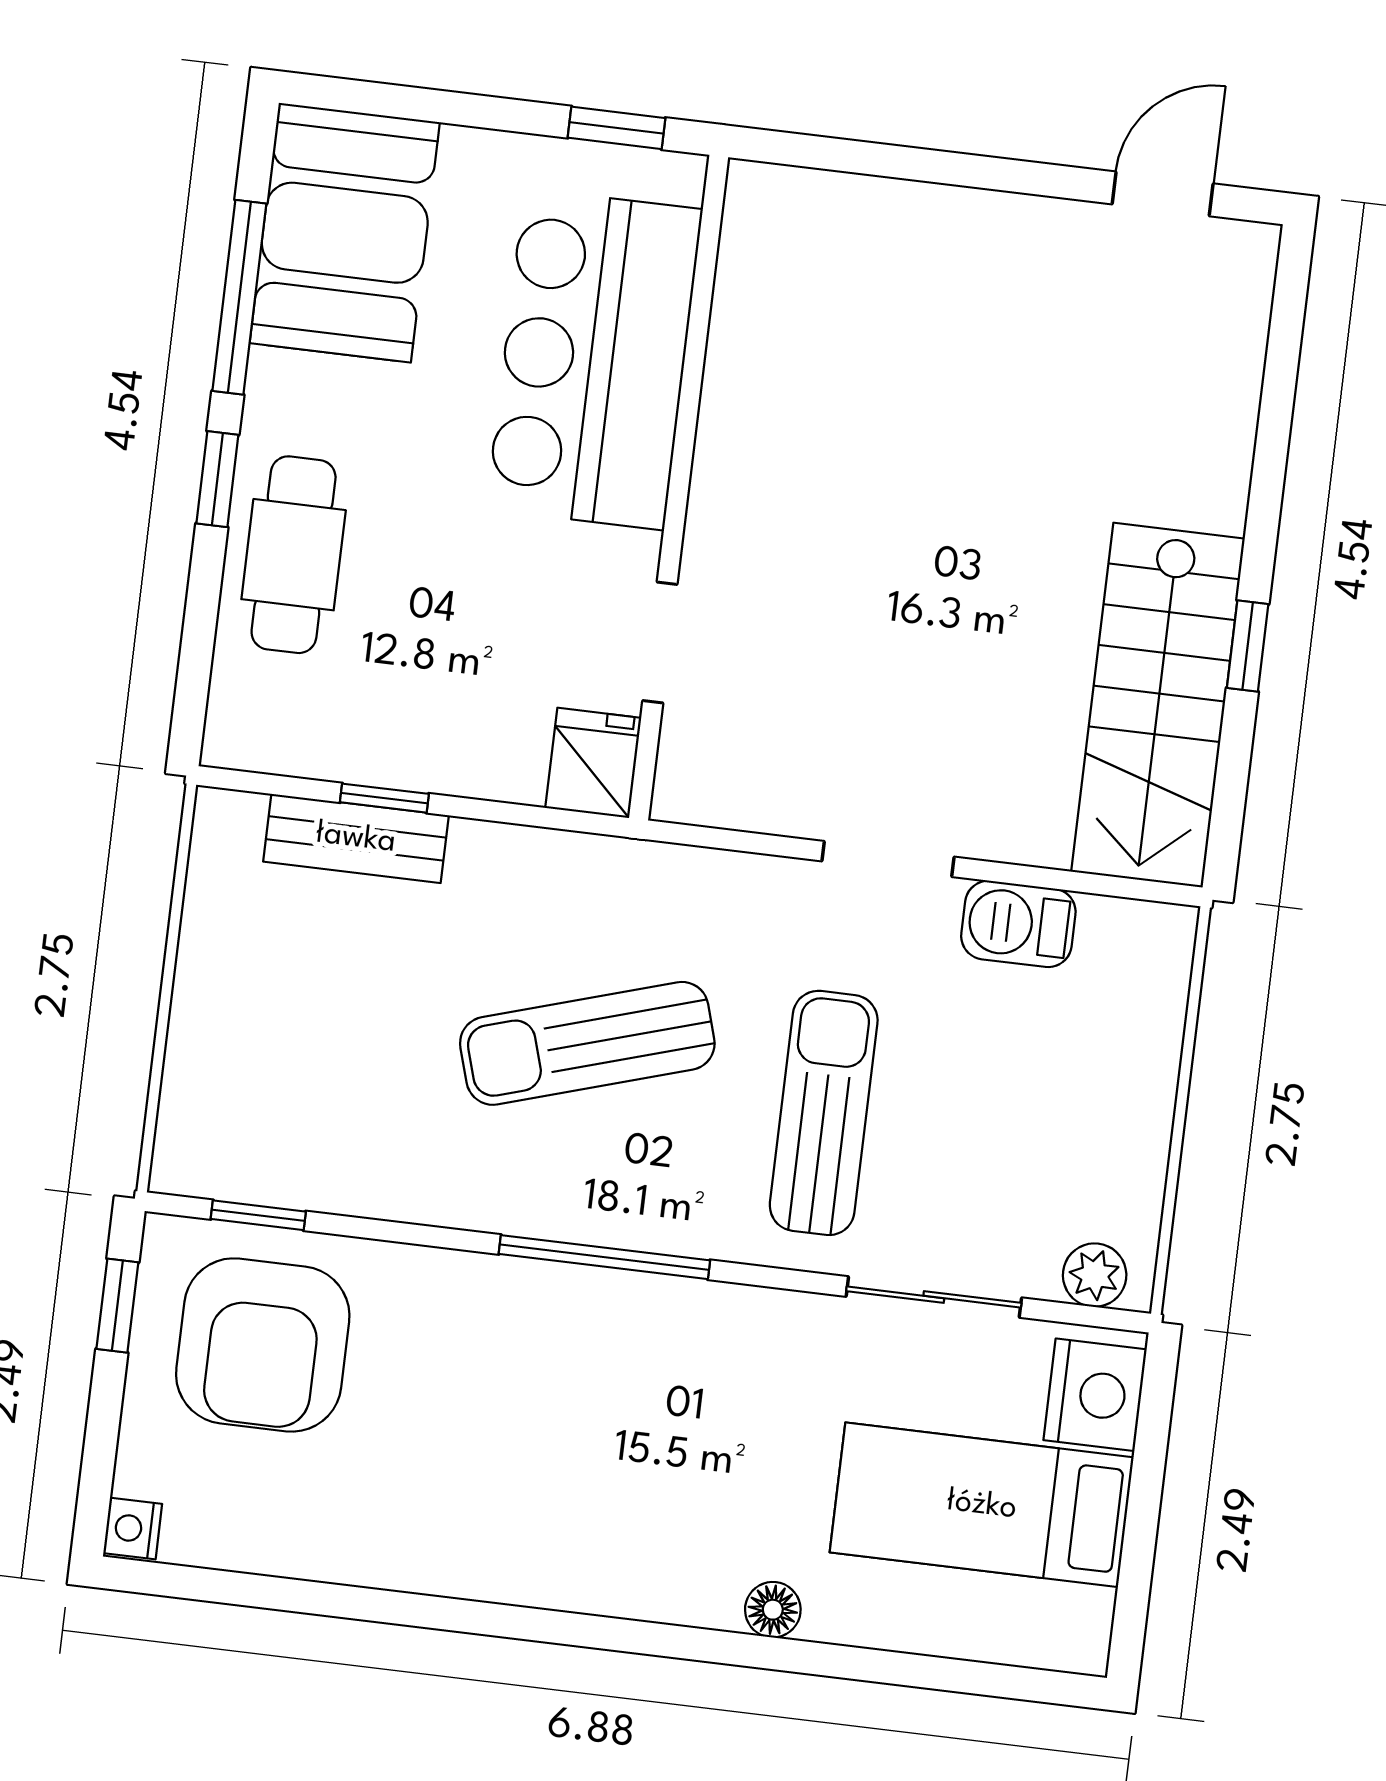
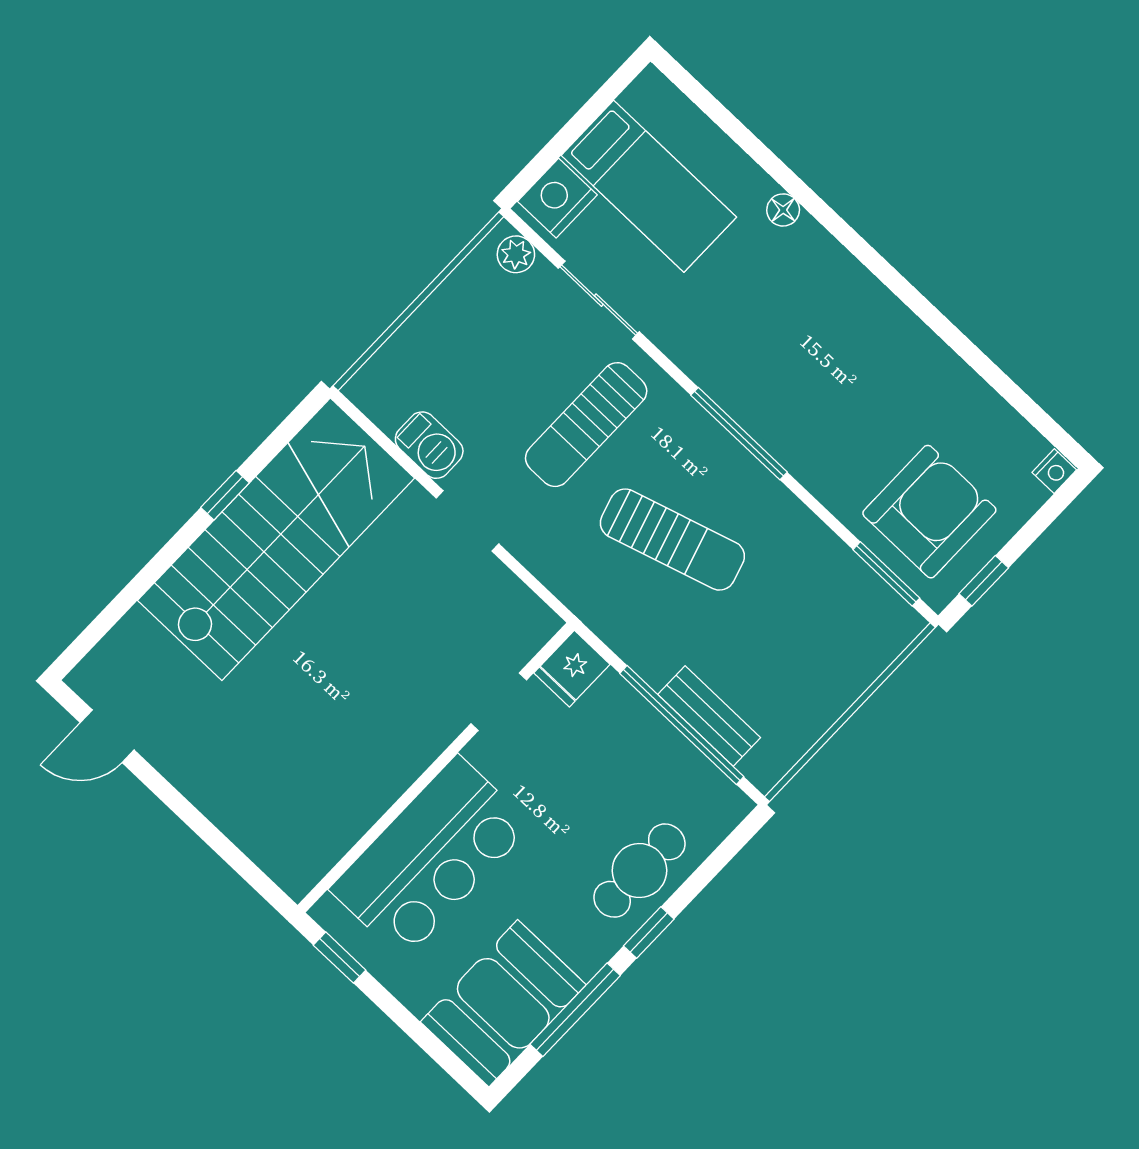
stairs: (1158, 705) -> (276, 539), width x1.36, depth x1.51
window: (384, 798) -> (682, 725), width x3.17
window: (258, 1215) -> (886, 574), width x1.50

